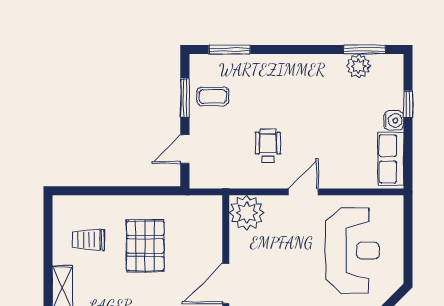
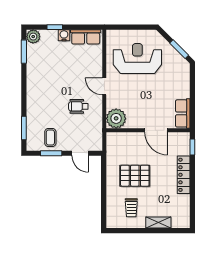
plant: (359, 66) -> (33, 37), moved

